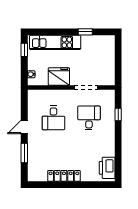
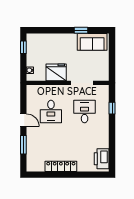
kitchen unit: (55, 42) -> (53, 40), removed
sofa: (97, 44) -> (92, 42), added
door: (24, 127) -> (23, 120), swing flipped

